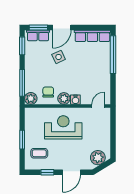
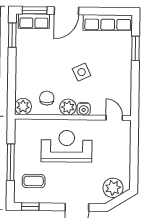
window: (113, 55) -> (135, 48), width x0.47
side table: (59, 57) -> (82, 72), moved
window: (22, 83) -> (12, 85), removed
door: (98, 106) -> (114, 118), hinge flipped
window: (22, 140) -> (11, 162), width x1.44
window: (47, 172) -> (30, 207), moved

